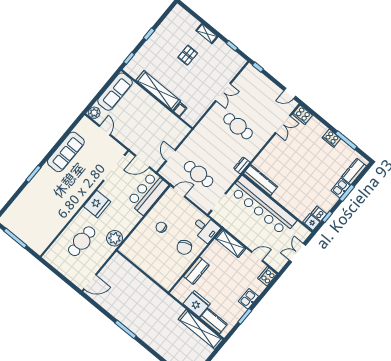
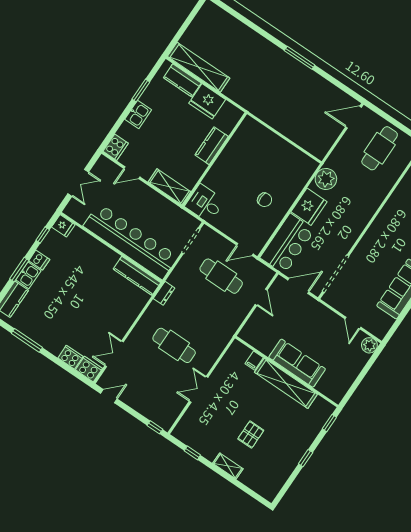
sofa: (115, 92) -> (297, 363), moved, turned 90
cooker: (331, 138) -> (70, 357), moved
fridge: (97, 204) -> (309, 207), moved, turned 180
dishwasher: (319, 214) -> (39, 260), moved
cafe table: (82, 241) -> (380, 148), moved
chair: (184, 247) -> (231, 176), removed

